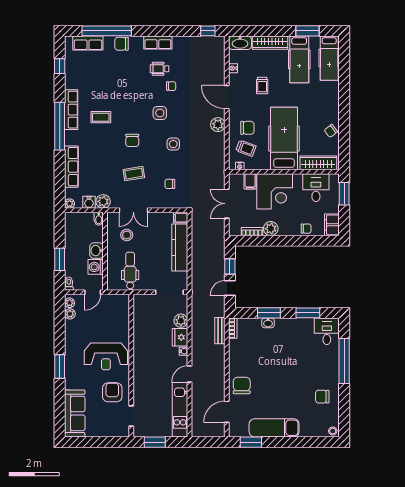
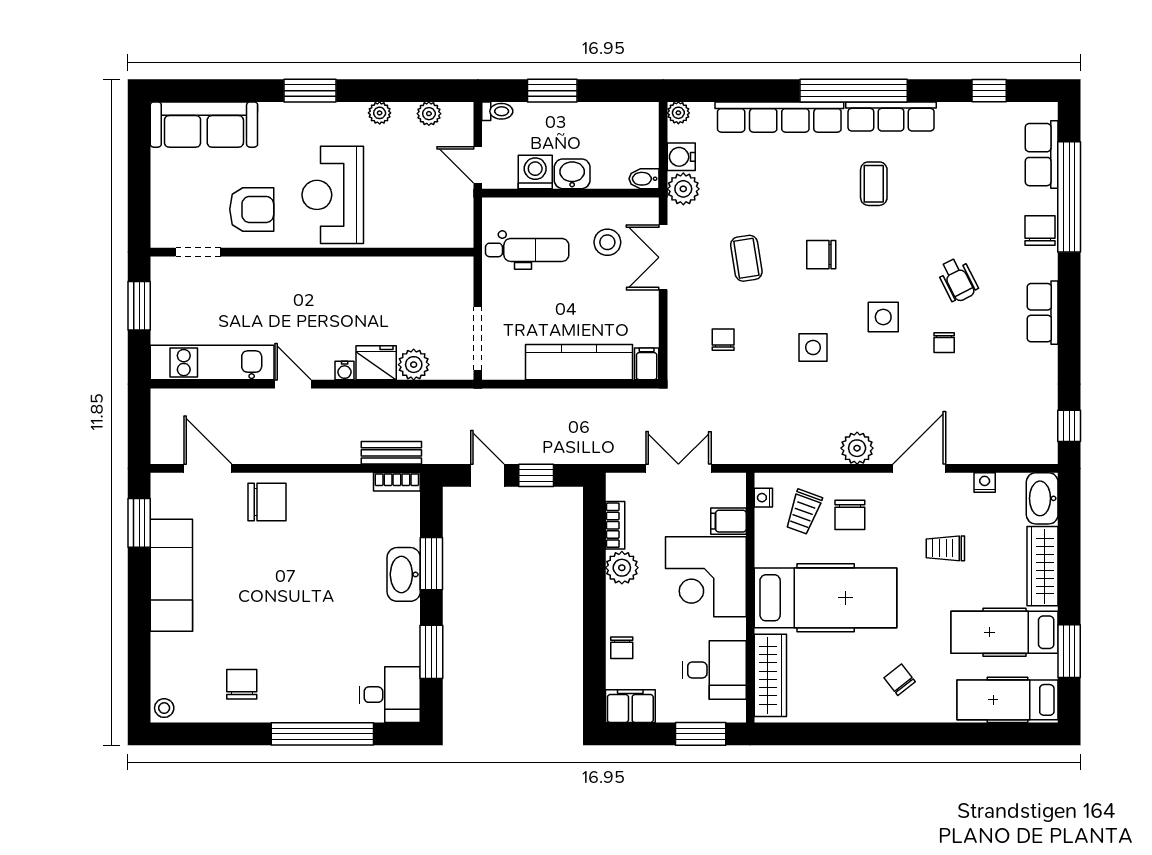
wheelchair: (159, 69) -> (958, 280), moved, turned 153
chair: (331, 131) -> (900, 680), moved
row of seats: (71, 167) -> (779, 117), width x1.36
plant: (70, 303) -> (380, 113), moved
washbasin: (268, 323) -> (404, 574), width x1.91, depth x1.45

